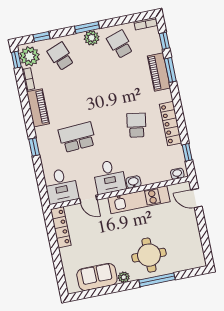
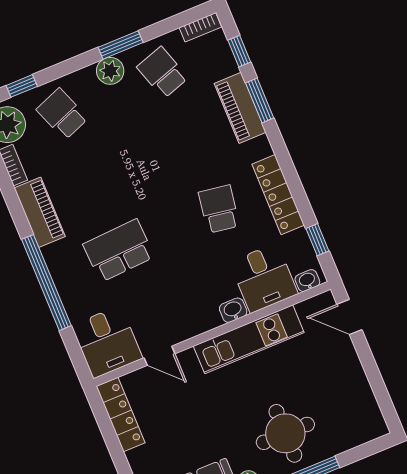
window: (87, 27) -> (121, 45), moved
window: (34, 147) -> (46, 283), width x3.17
desk: (109, 177) -> (264, 278), moved

